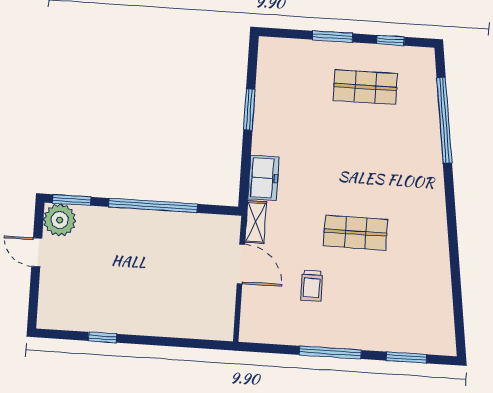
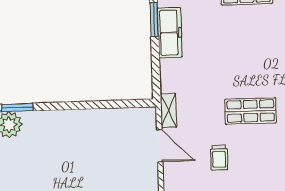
freezer: (263, 178) -> (170, 33), moved, width x1.40
window: (153, 205) -> (84, 105), removed

